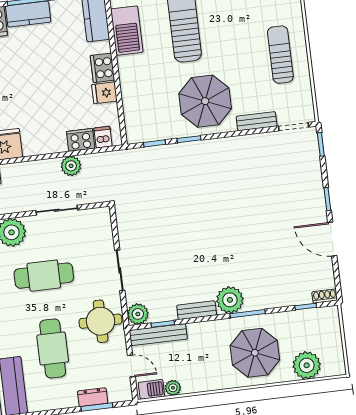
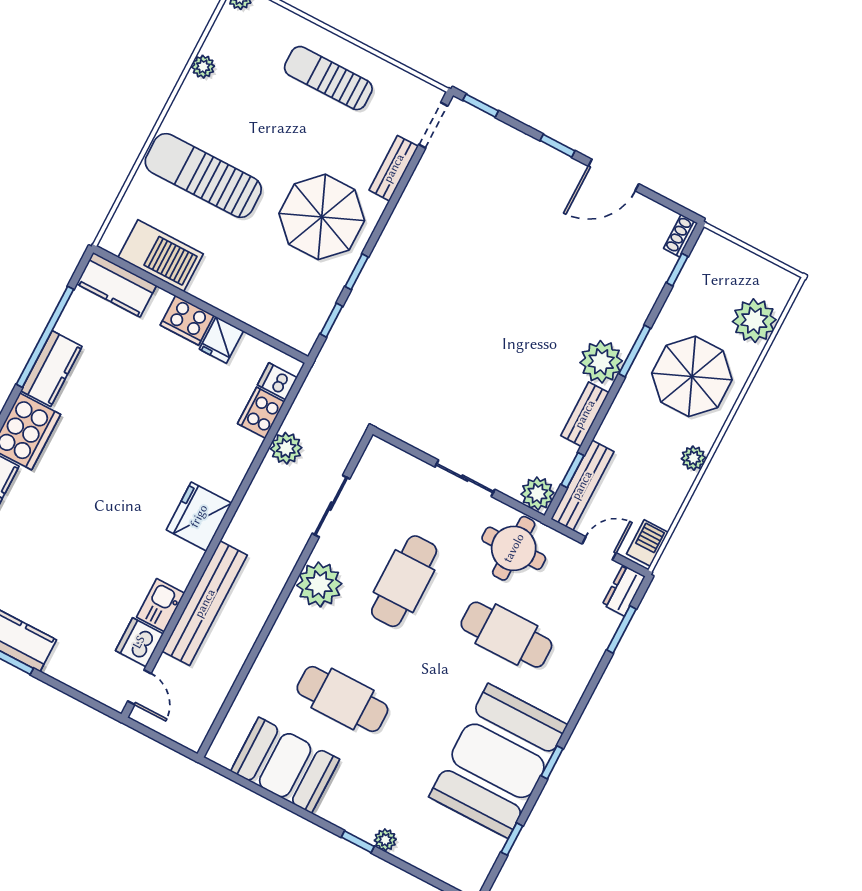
plant: (173, 388) -> (693, 458), moved
dresser: (93, 397) -> (624, 590), moved

